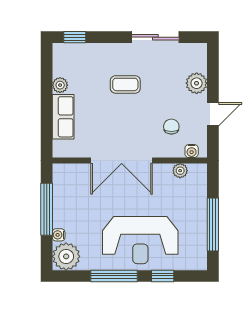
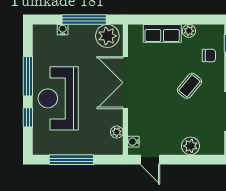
coffee table: (125, 84) -> (189, 86), turned 40
door: (213, 114) -> (150, 160), moved
chair: (171, 127) -> (209, 55), moved
plant: (66, 256) -> (107, 36), moved

